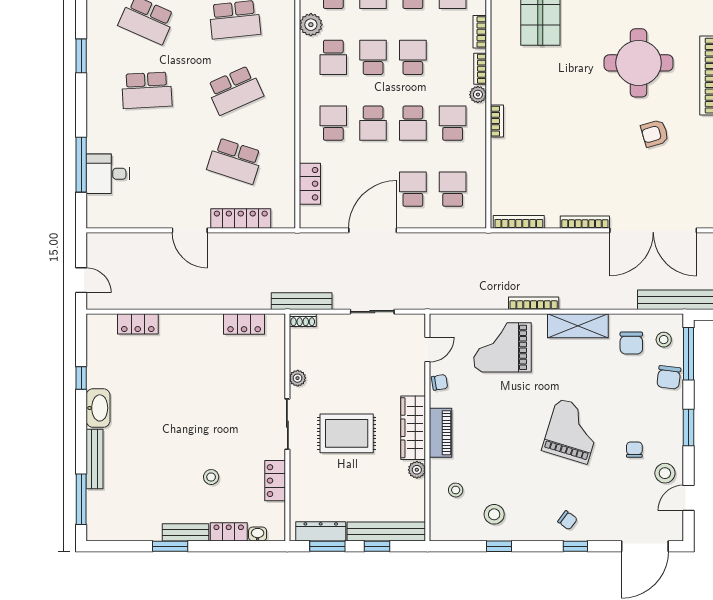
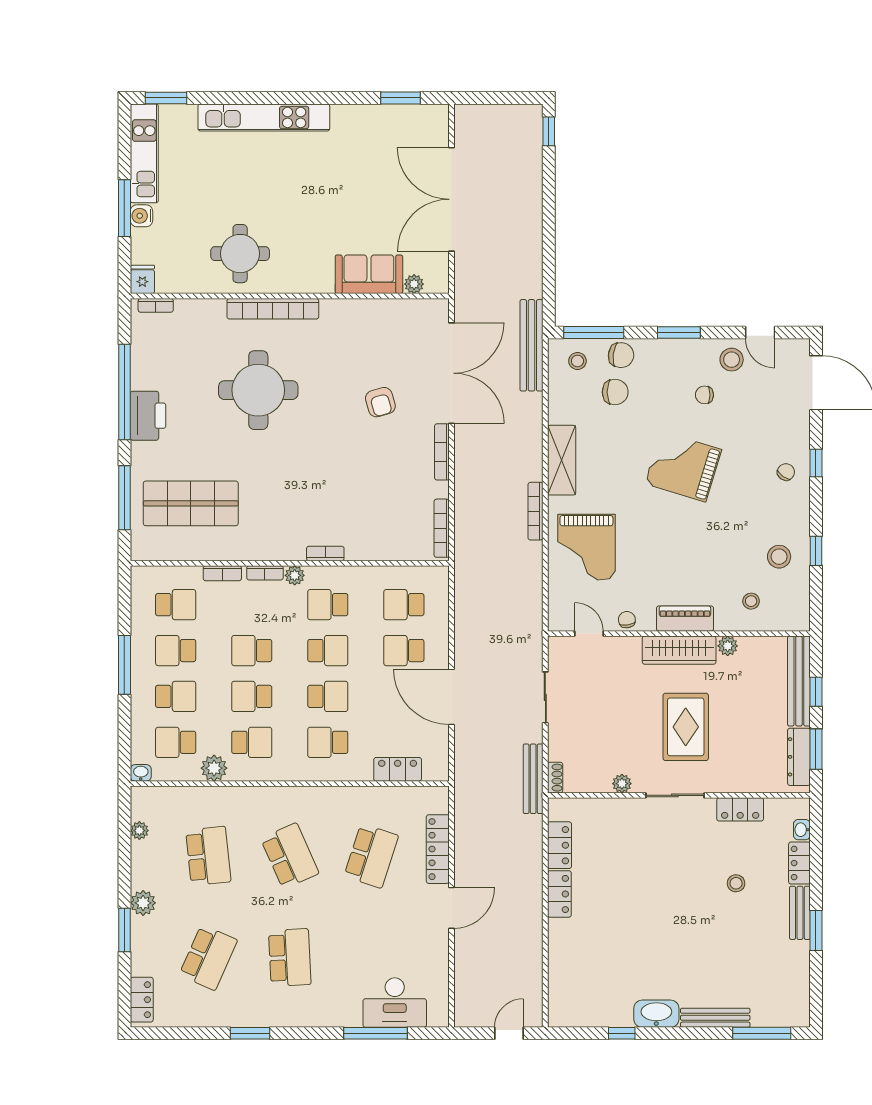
armchair: (655, 133) -> (380, 402), moved
desk: (108, 174) -> (395, 1003), width x1.37
locker: (138, 324) -> (559, 894), moved
chair: (631, 343) -> (615, 392), moved

